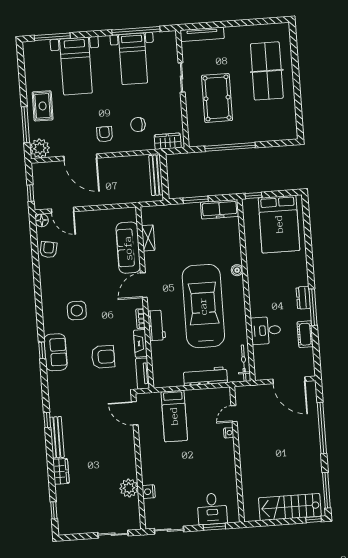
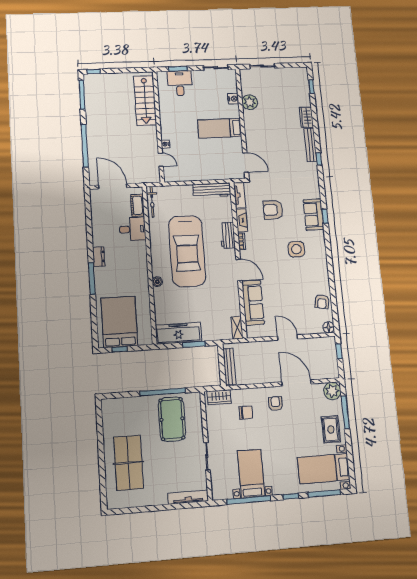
window: (90, 34) -> (291, 496), added
bed with nightstands: (76, 66) -> (324, 469), moved, turned -90
pool table: (217, 98) -> (172, 419), moved
armchair: (105, 134) -> (275, 404), turned 180
window: (253, 195) -> (120, 349), moved
freezer: (220, 209) -> (178, 333), width x1.36, depth x1.26
door: (63, 210) -> (288, 337), moved
shelving: (148, 238) -> (237, 328), moved
door: (144, 285) -> (239, 270), hinge flipped
window: (313, 307) -> (92, 279), moved
cot: (305, 334) -> (137, 205), moved
workbench: (205, 376) -> (212, 190), moved
door: (234, 414) -> (161, 160), hinge flipped
bed: (174, 416) -> (220, 128), moved, turned -90
stairs: (290, 507) -> (145, 100), moved, turned 90

